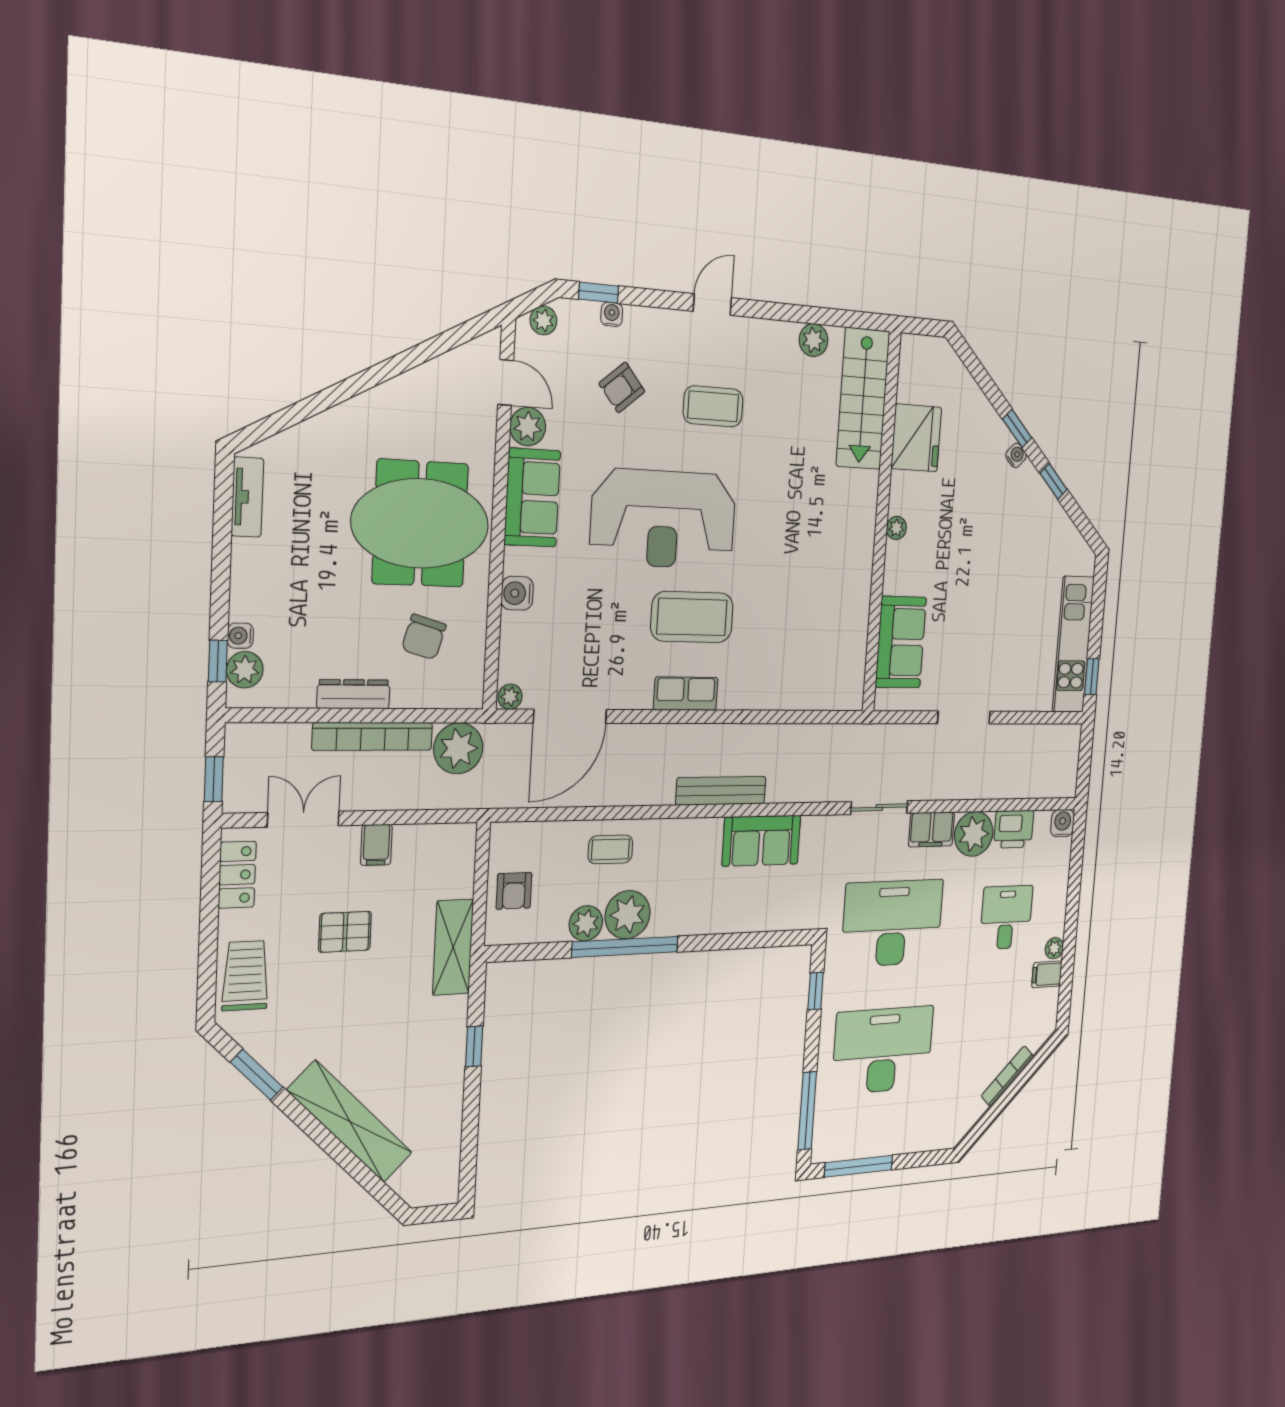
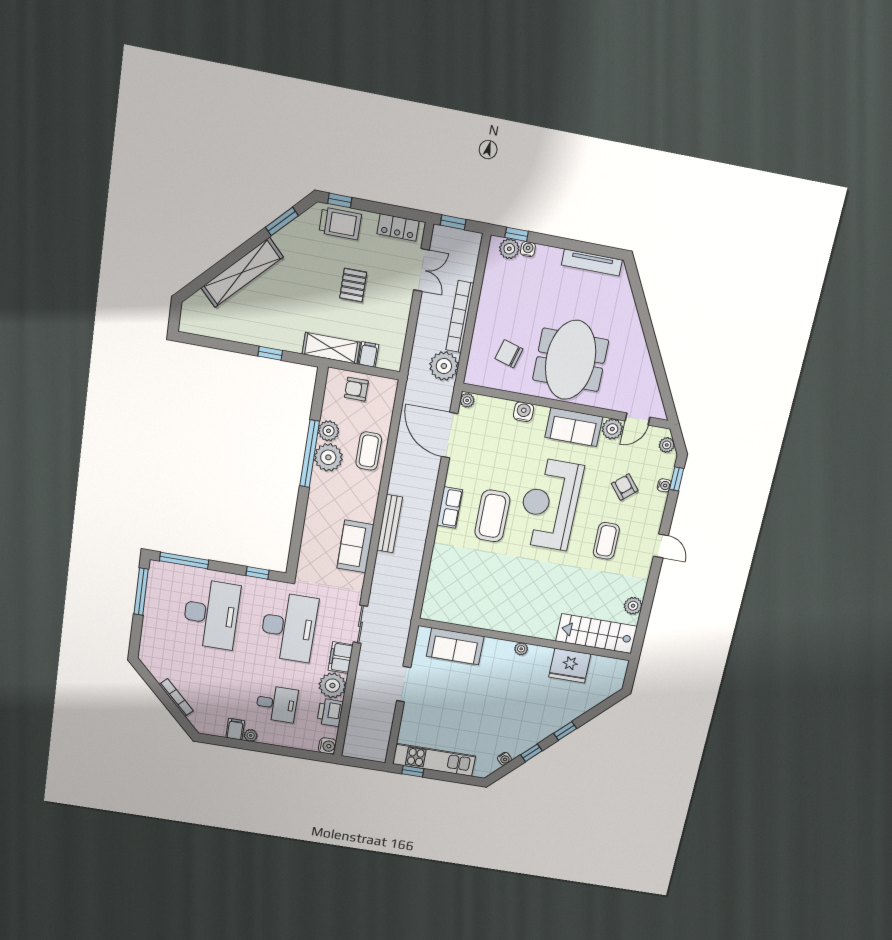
water cooler: (1016, 455) -> (504, 759), moved
tv unit: (247, 497) -> (592, 262), width x1.41
dresser: (353, 694) -> (485, 309), removed
filing cabinet: (376, 845) -> (368, 354), moved, turned 90
coffee table: (610, 849) -> (369, 451), width x1.36, depth x1.30
window: (207, 985) -> (340, 200), added

